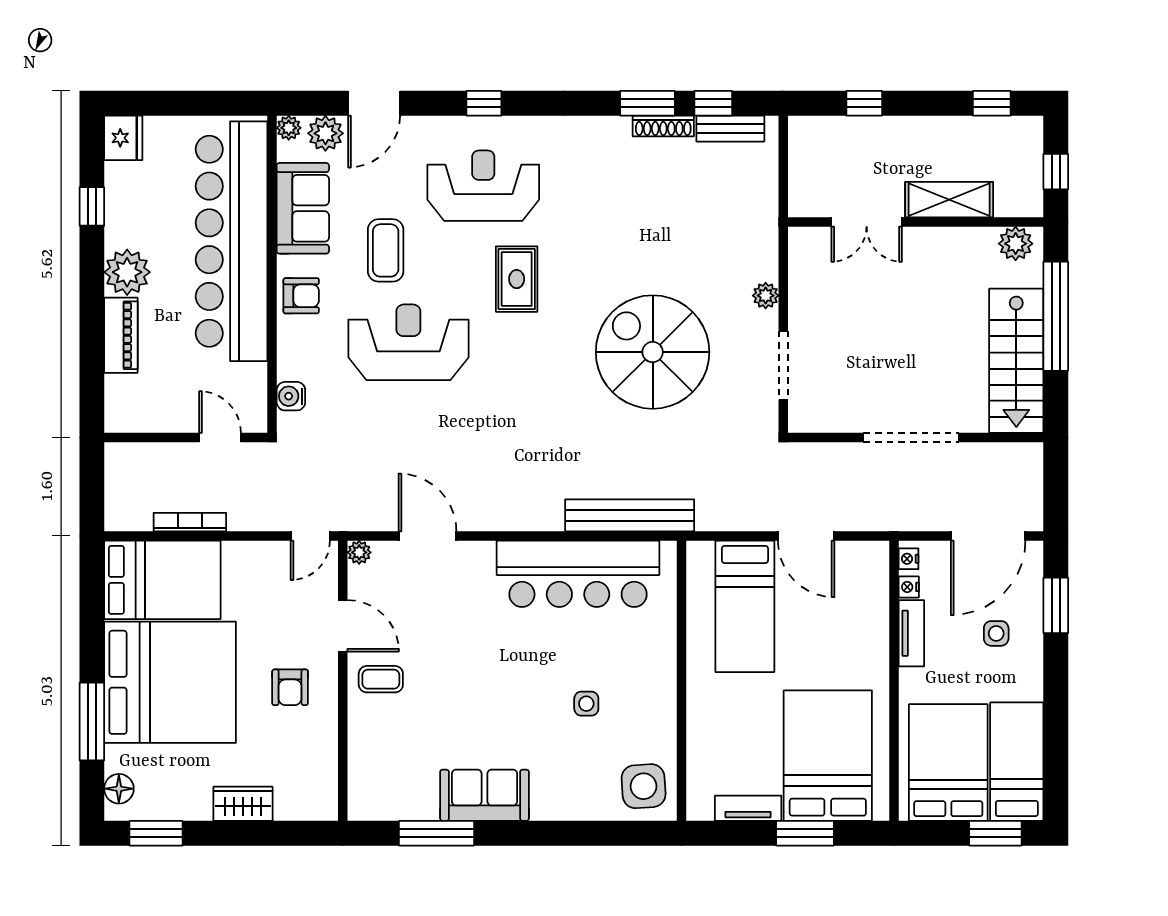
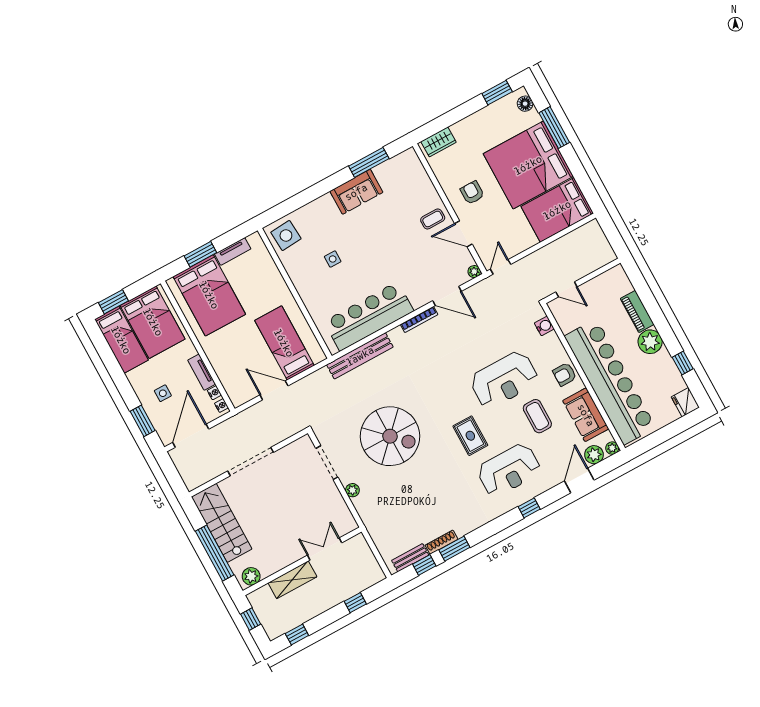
bookcase: (190, 522) -> (419, 320), moved
wardrobe: (243, 804) -> (438, 142), moved

